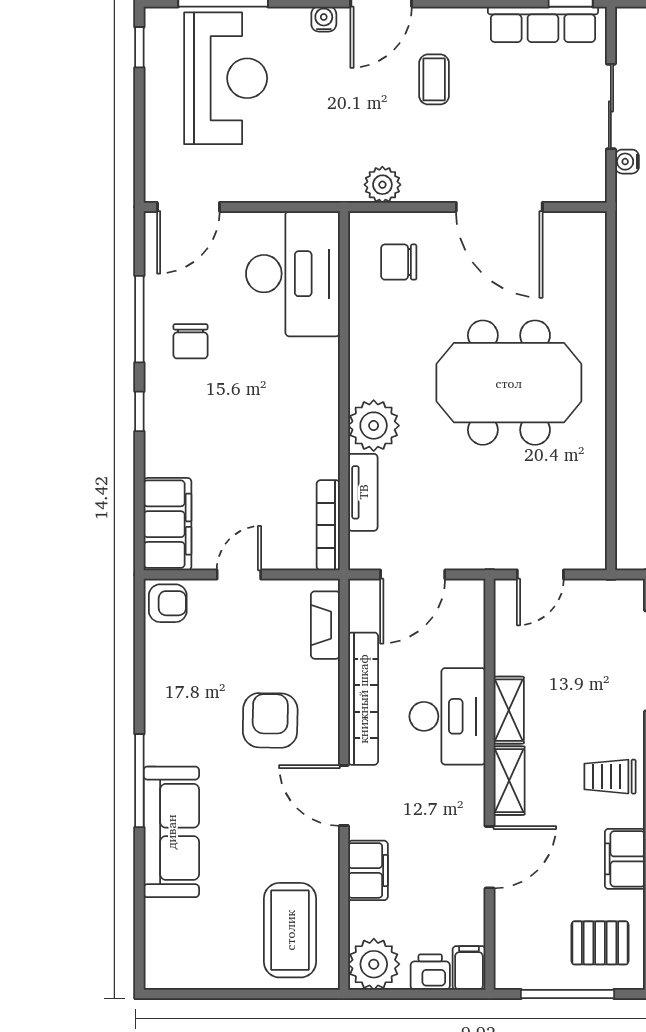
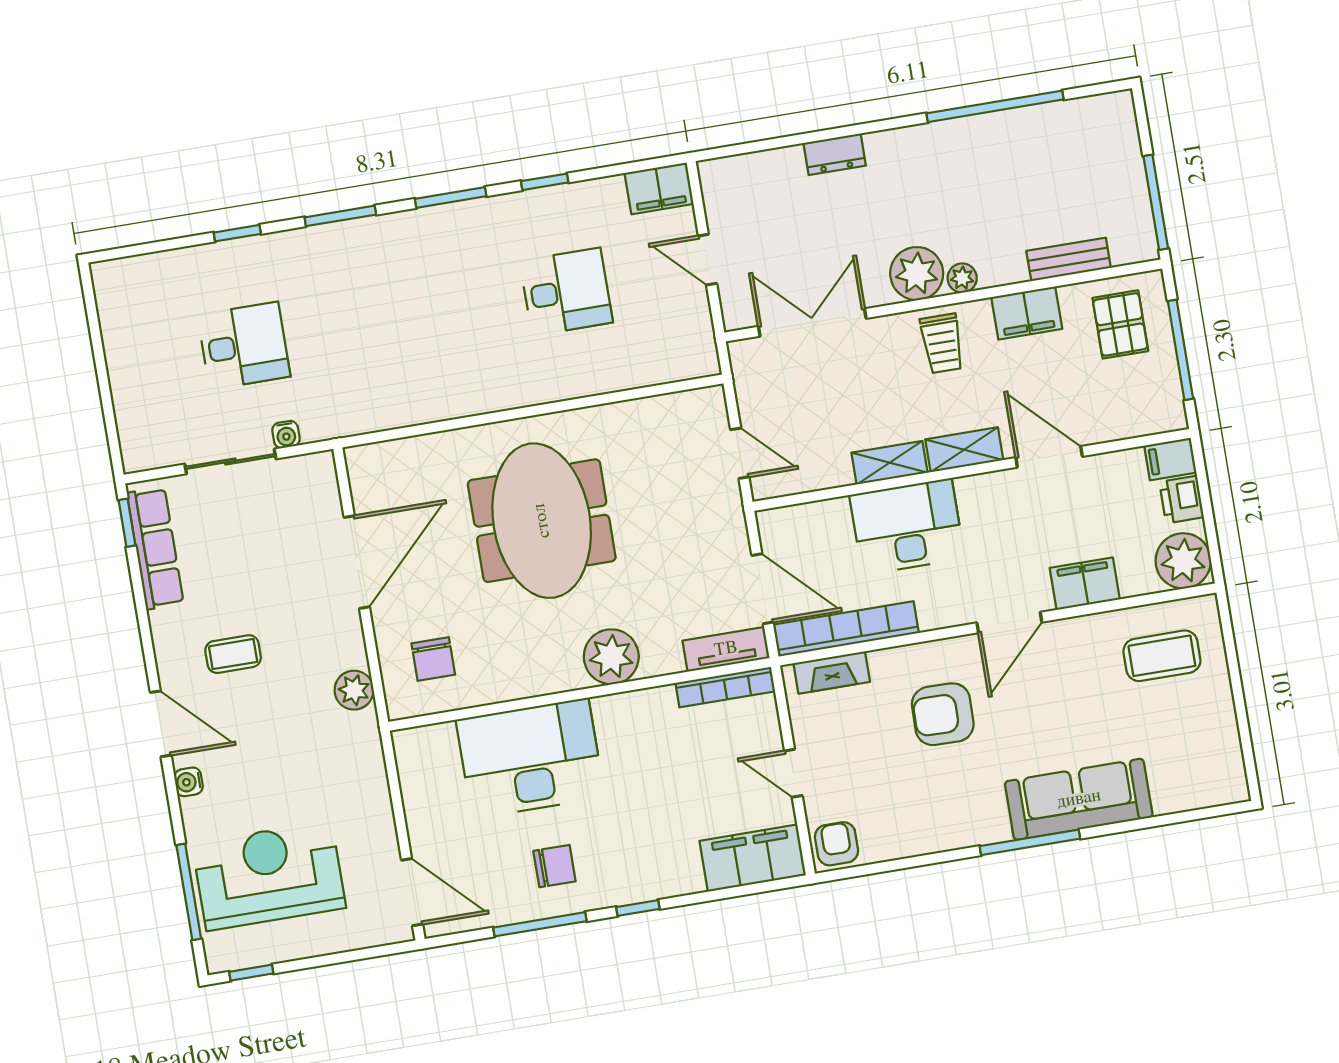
desk: (293, 274) -> (530, 758), moved
tv unit: (363, 492) -> (726, 649), moved
bookcase: (363, 699) -> (846, 629), moved
coffee table: (290, 930) -> (1162, 656), width x0.73, depth x0.76

